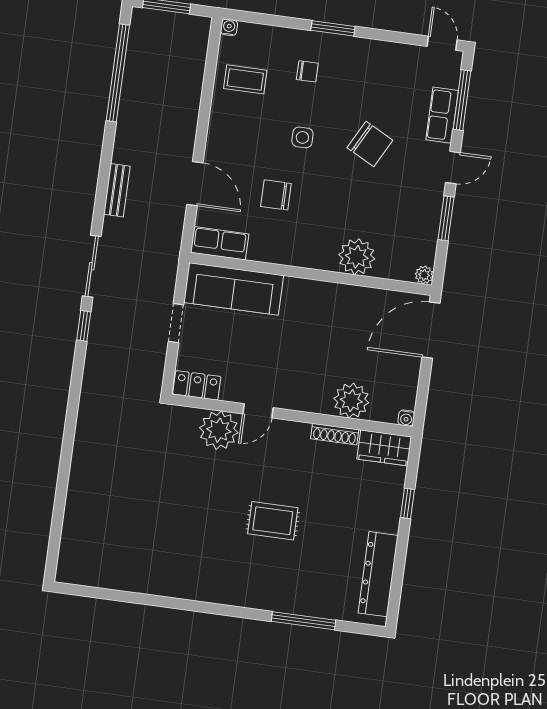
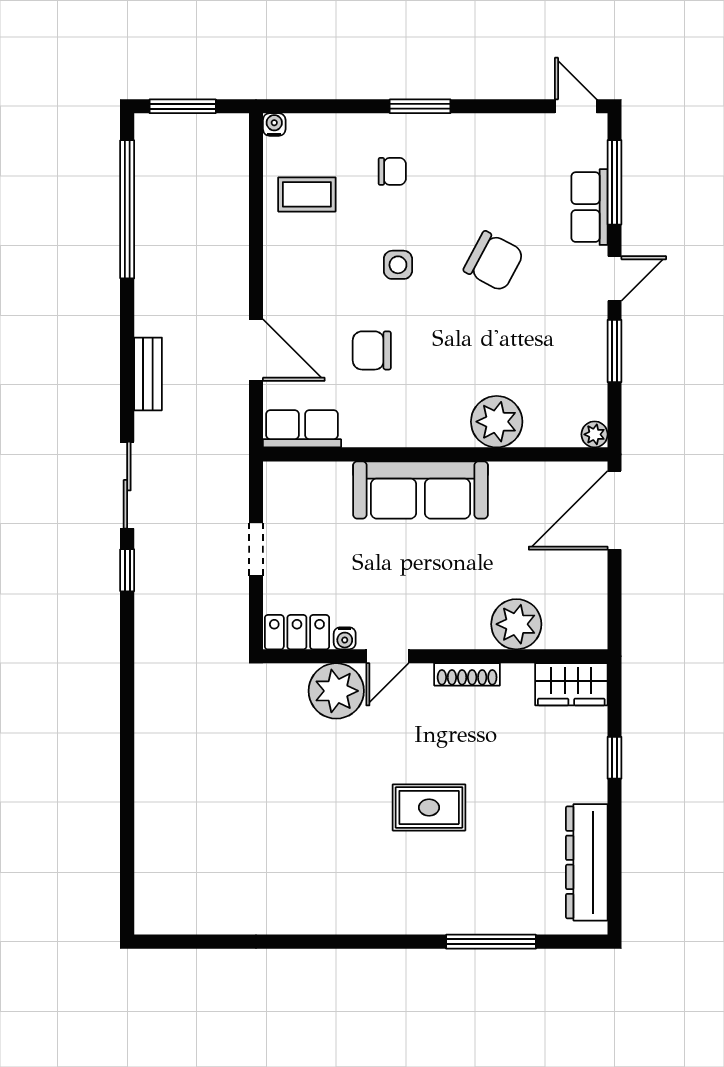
sofa: (234, 289) -> (421, 490), moved
water cooler: (406, 418) -> (345, 638), moved
shoe rack: (335, 434) -> (467, 674), moved

